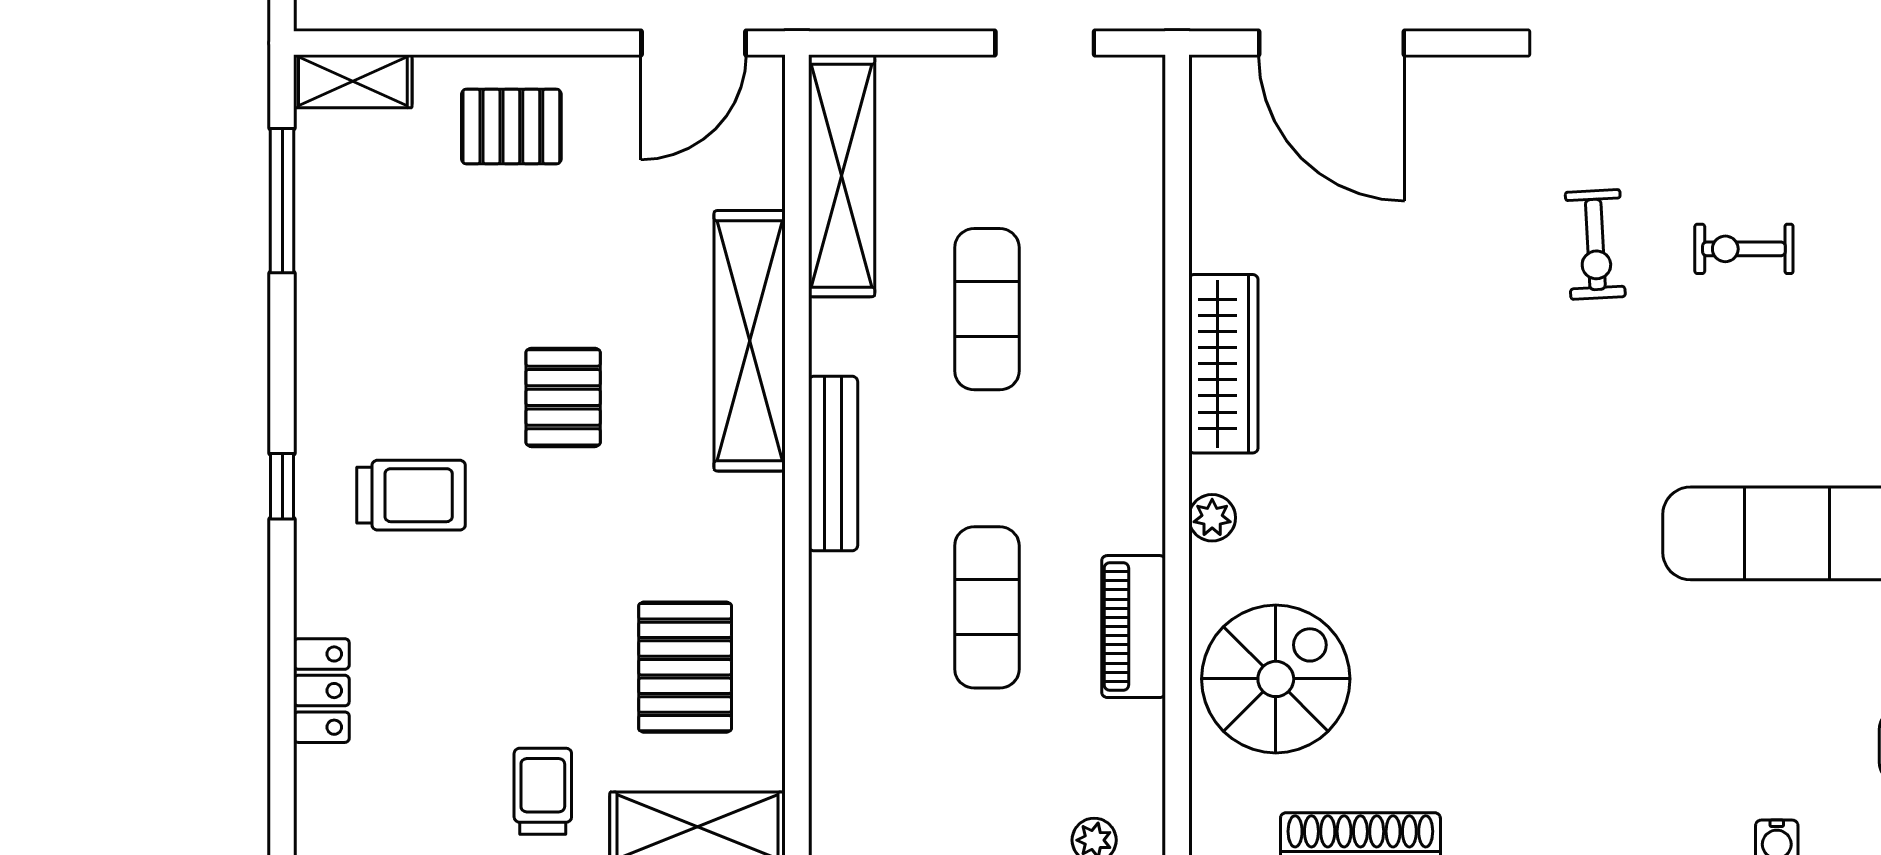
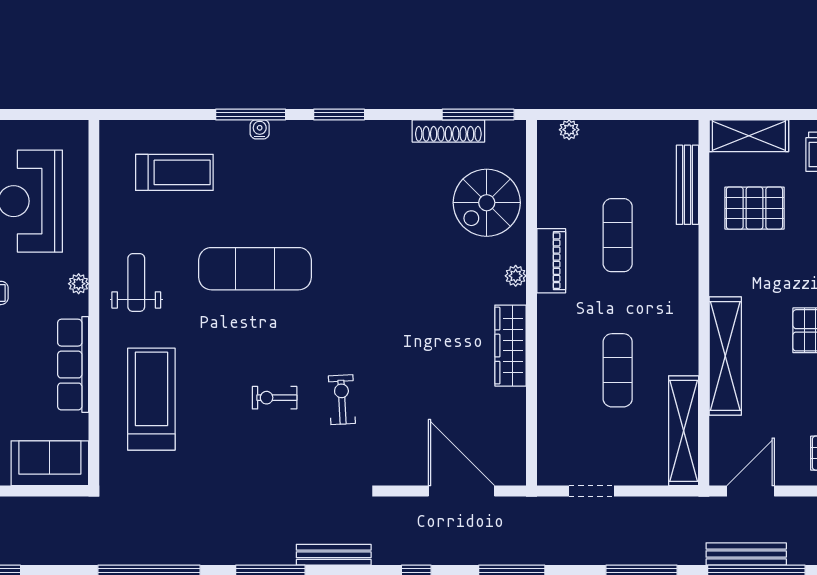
exercise bike: (1744, 249) -> (275, 398), turned 180
bench: (833, 464) -> (687, 185), moved
piano: (1134, 627) -> (551, 261), moved
pallet: (685, 667) -> (754, 208), turned 90

